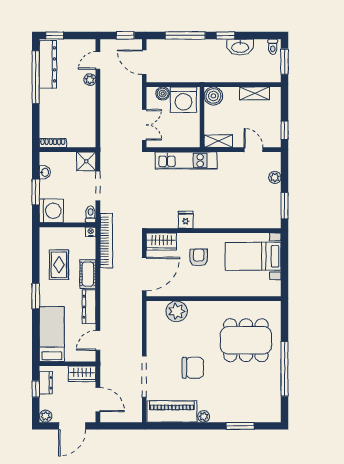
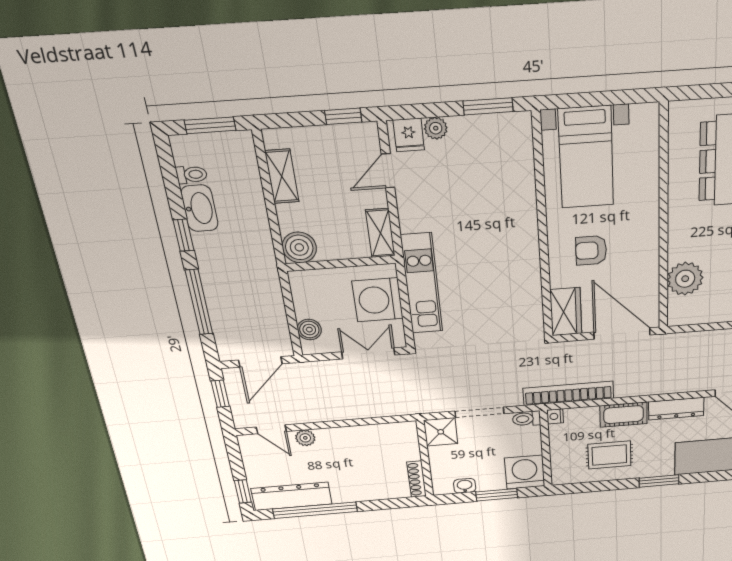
toilet: (273, 47) -> (192, 175), moved
washing machine: (183, 100) -> (378, 300), moved, turned 180
fridge: (186, 220) -> (409, 135), moved, turned -90

